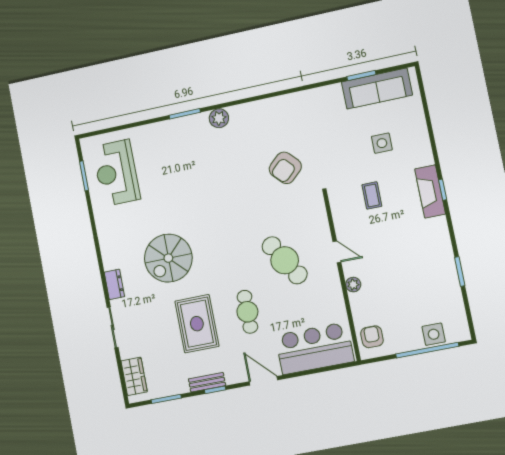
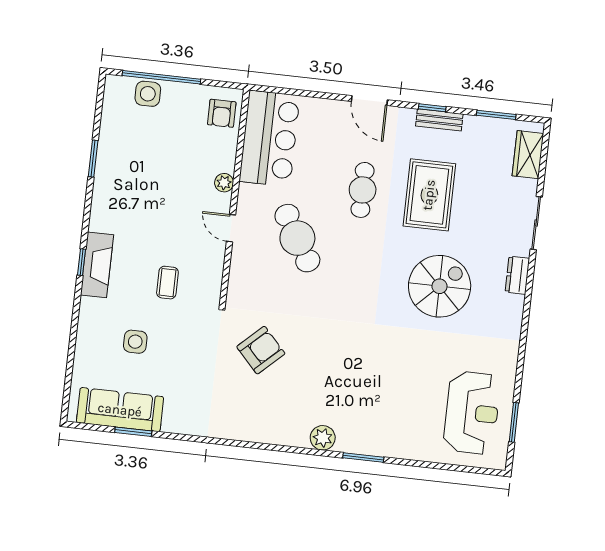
bar counter: (315, 348) -> (270, 138), moved, turned -90

